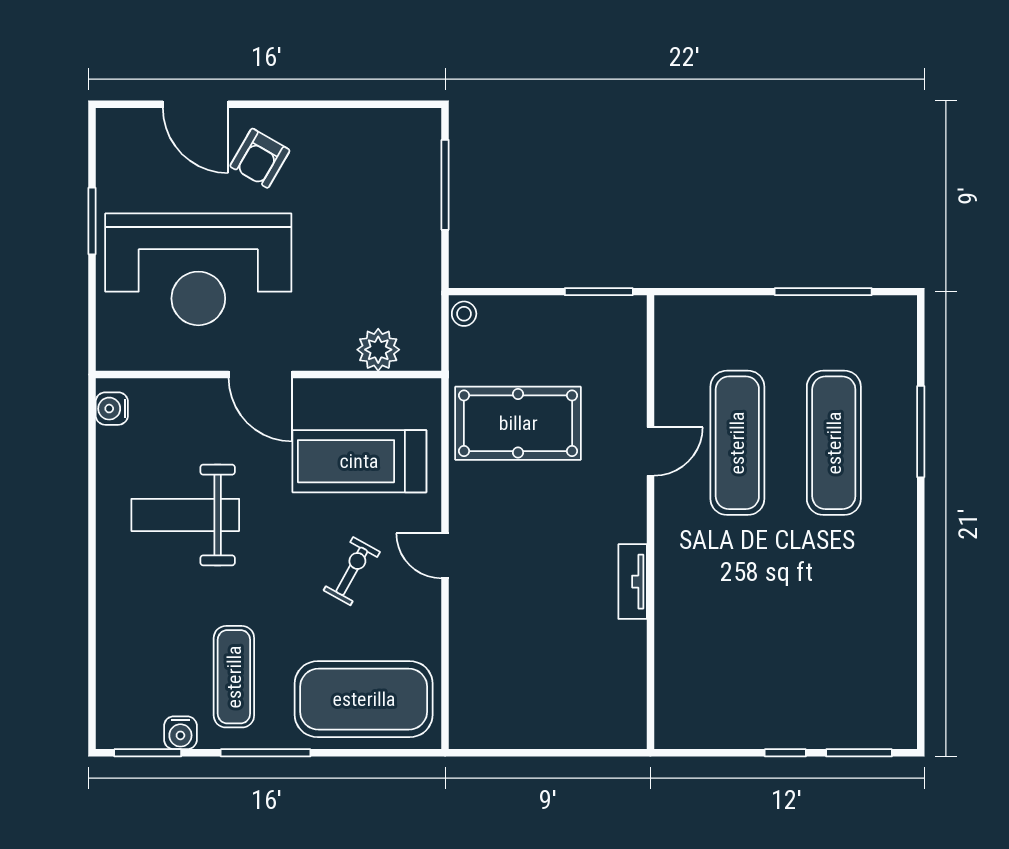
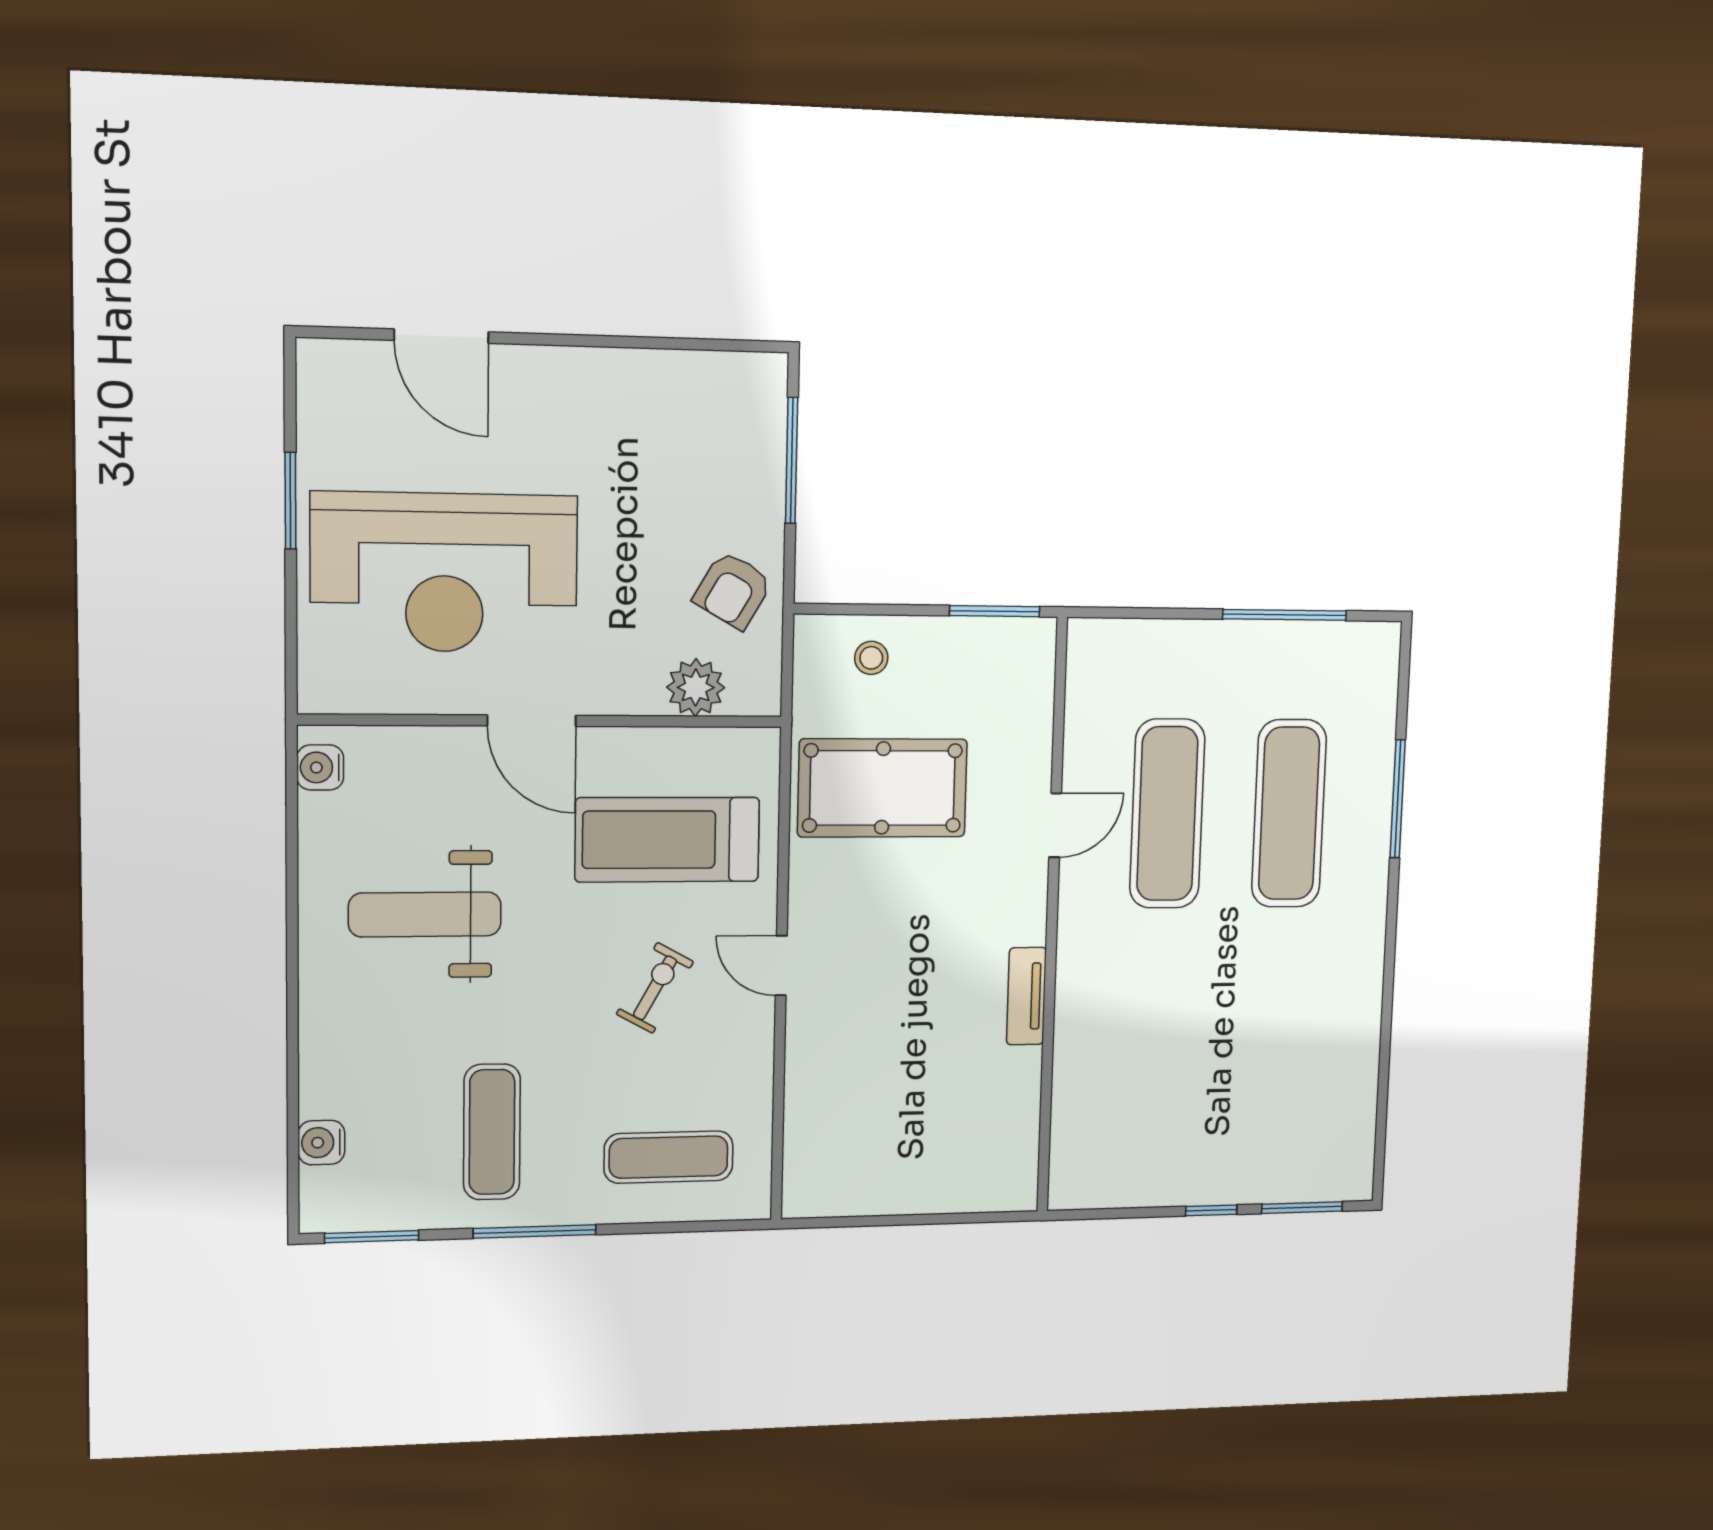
armchair: (260, 158) -> (733, 590), moved
stool: (464, 314) -> (871, 658), moved
exercise mat: (364, 699) -> (669, 1157), width x0.50, depth x0.69
water cooler: (180, 733) -> (321, 1143), moved, turned 90

